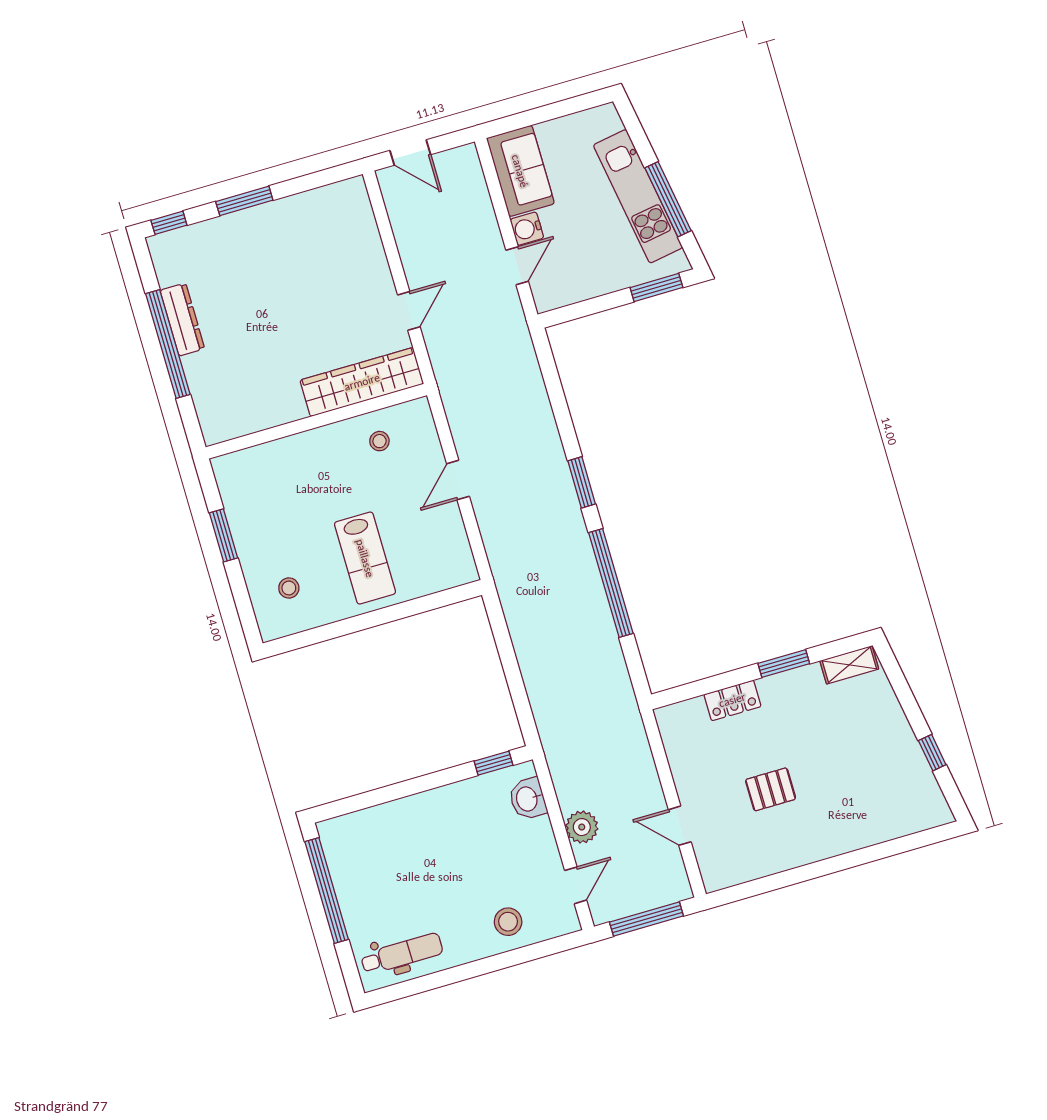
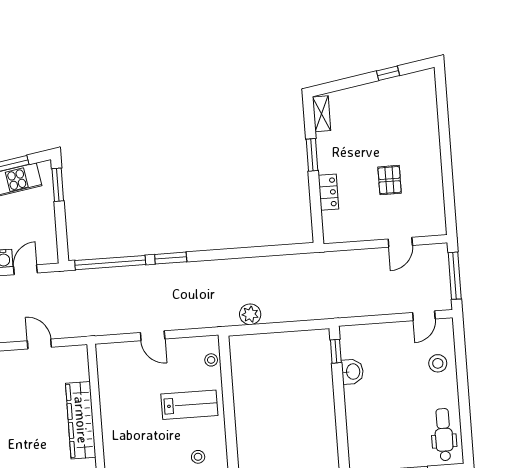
door: (517, 266) -> (25, 270), hinge flipped
wardrobe: (362, 382) -> (81, 420), moved
stool: (379, 441) -> (211, 360), moved
window: (611, 583) -> (110, 263), moved
washbasin: (528, 799) -> (352, 372), moved, turned -90
plant: (582, 827) -> (250, 314), moved
door: (576, 885) -> (424, 316), swing flipped

